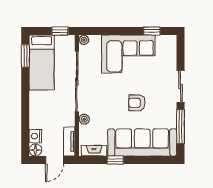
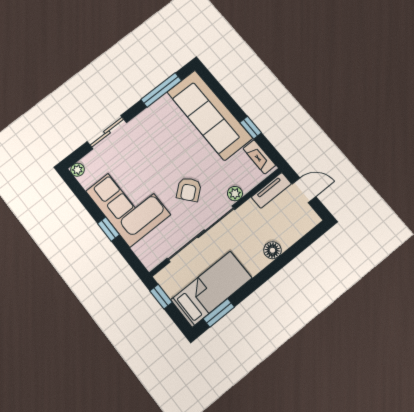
window: (152, 31) -> (108, 229), moved
plant: (84, 40) -> (77, 170), moved
sliding door: (181, 86) -> (107, 132), moved
armchair: (137, 103) -> (189, 189), moved, turned 50
nightstand: (35, 136) -> (296, 231), removed
floor lamp: (35, 150) -> (272, 250), moved

